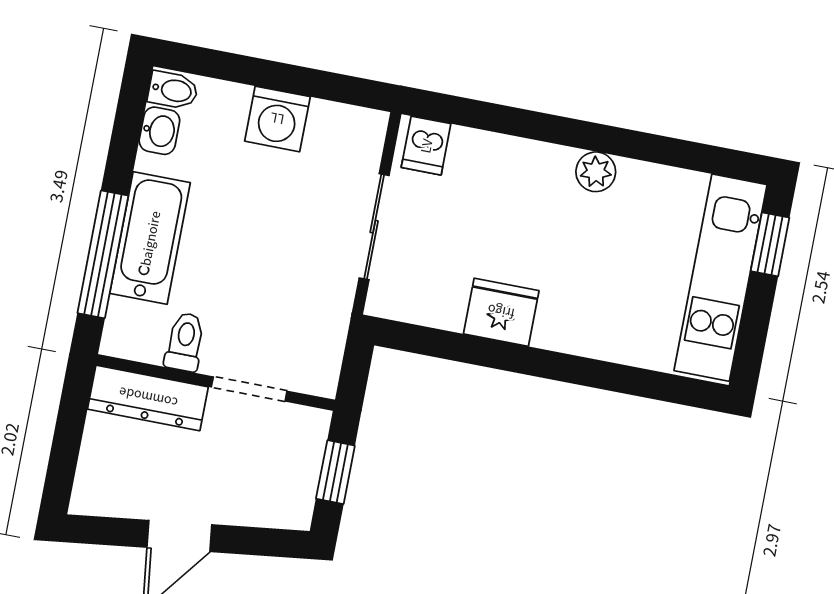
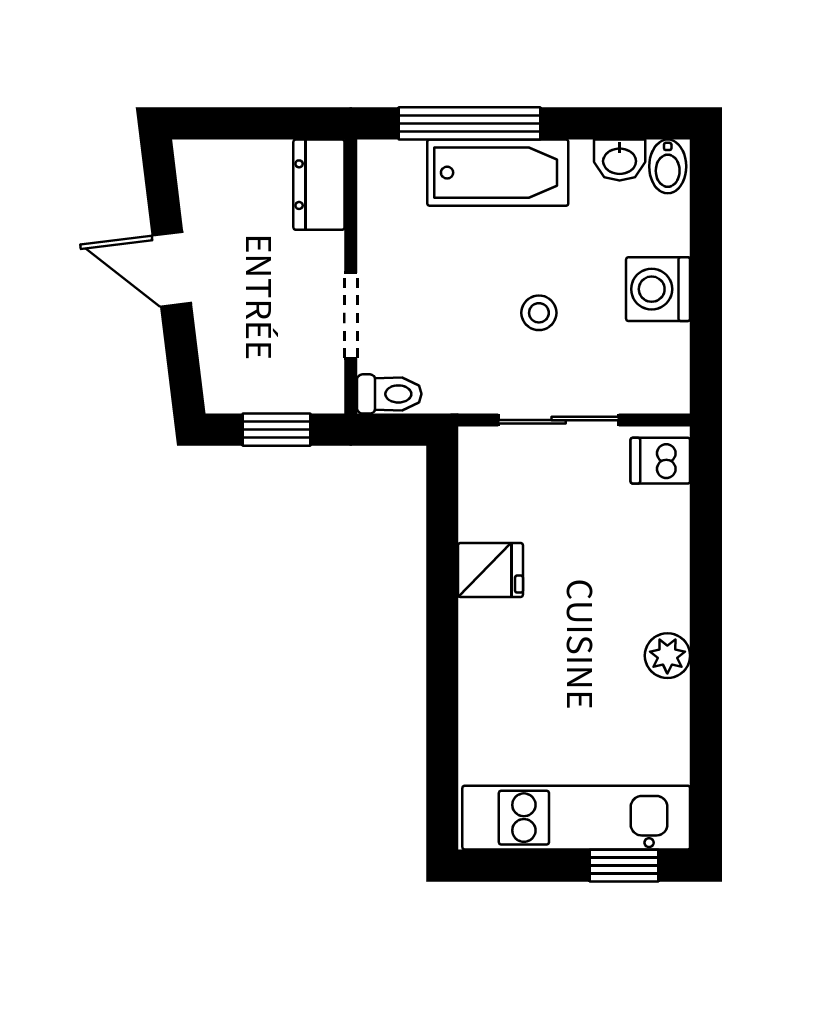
stool: (278, 226) -> (539, 313), added
fridge: (501, 312) -> (491, 570), width x0.72
toilet: (185, 342) -> (389, 394), moved
dresser: (148, 398) -> (319, 185), width x0.70

